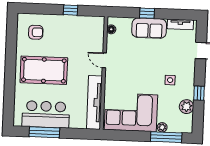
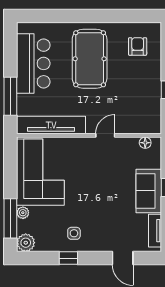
armchair: (36, 32) -> (138, 46), turned 180
side table: (170, 80) -> (74, 233), moved
plant: (186, 107) -> (26, 243), moved
window: (44, 132) -> (10, 96), moved

